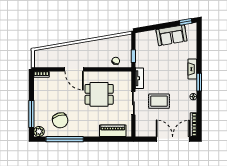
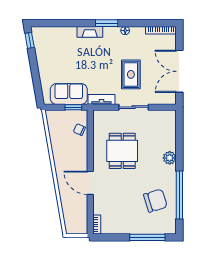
sofa: (171, 35) -> (69, 94), moved, turned -80
door: (74, 69) -> (90, 183), swing flipped
plant: (39, 131) -> (170, 158), moved
piano: (113, 131) -> (169, 133), removed
double door: (173, 139) -> (179, 71), moved

